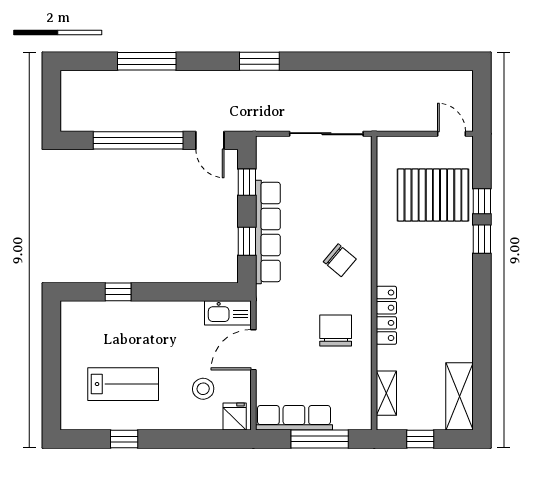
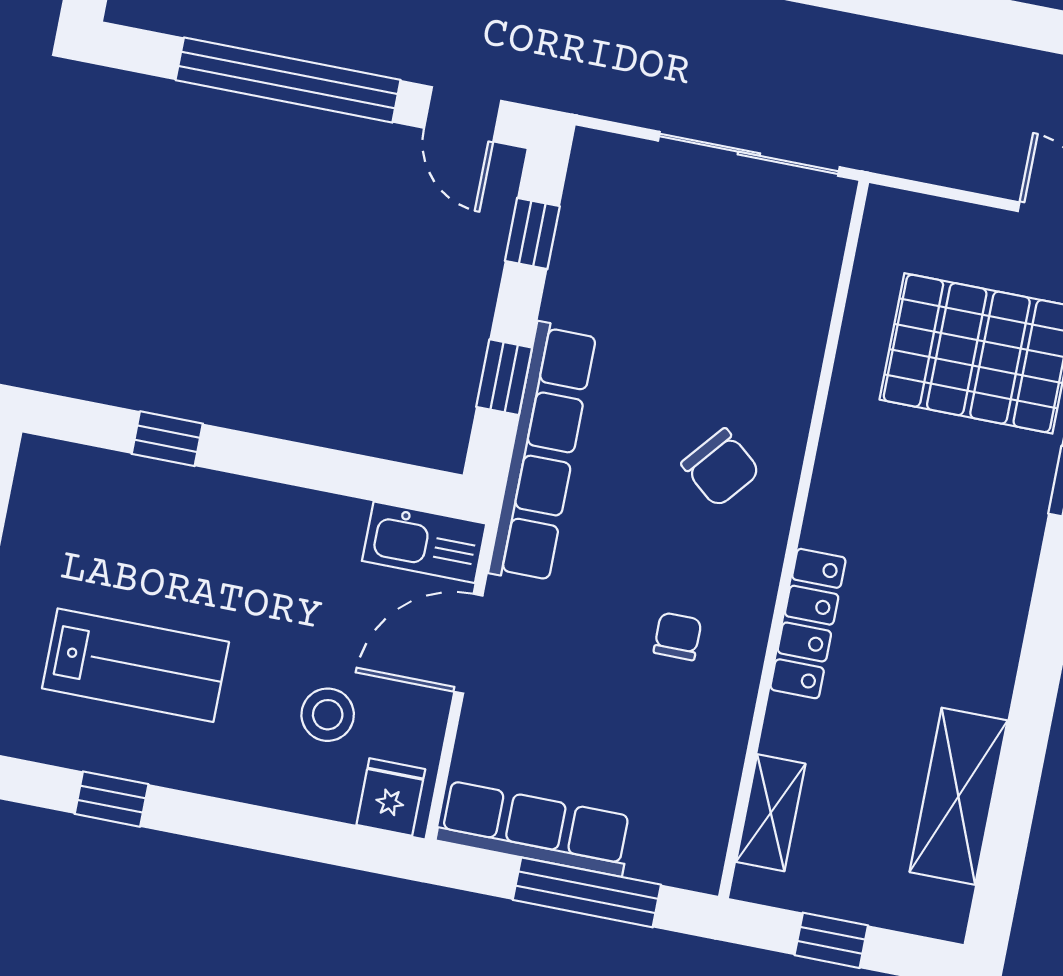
row of seats: (268, 232) -> (542, 453), moved
chair: (336, 330) -> (678, 636), width x0.54, depth x0.54
shelving: (459, 396) -> (958, 796), moved

